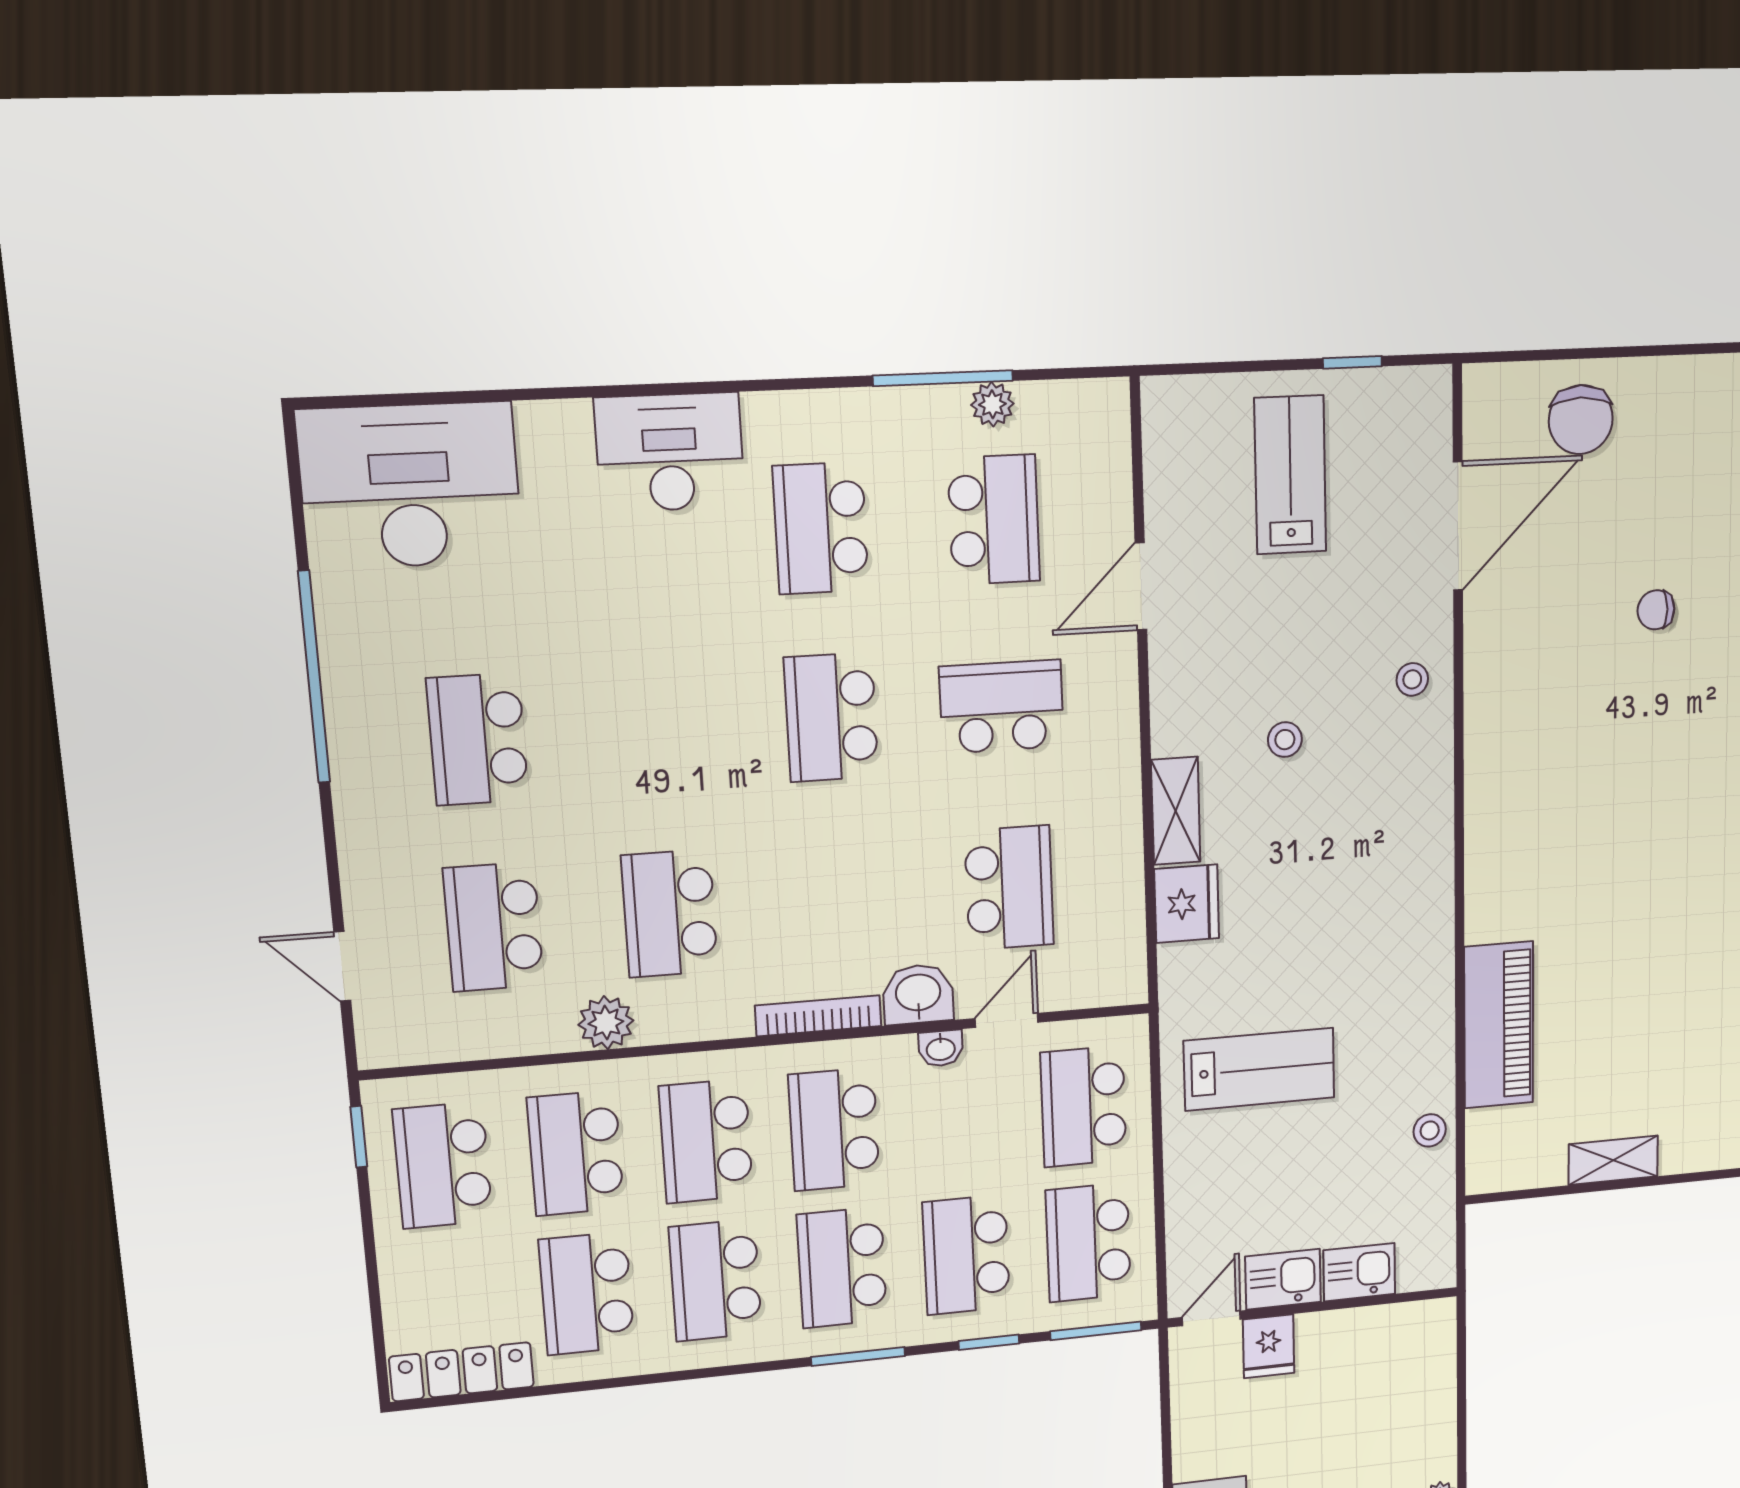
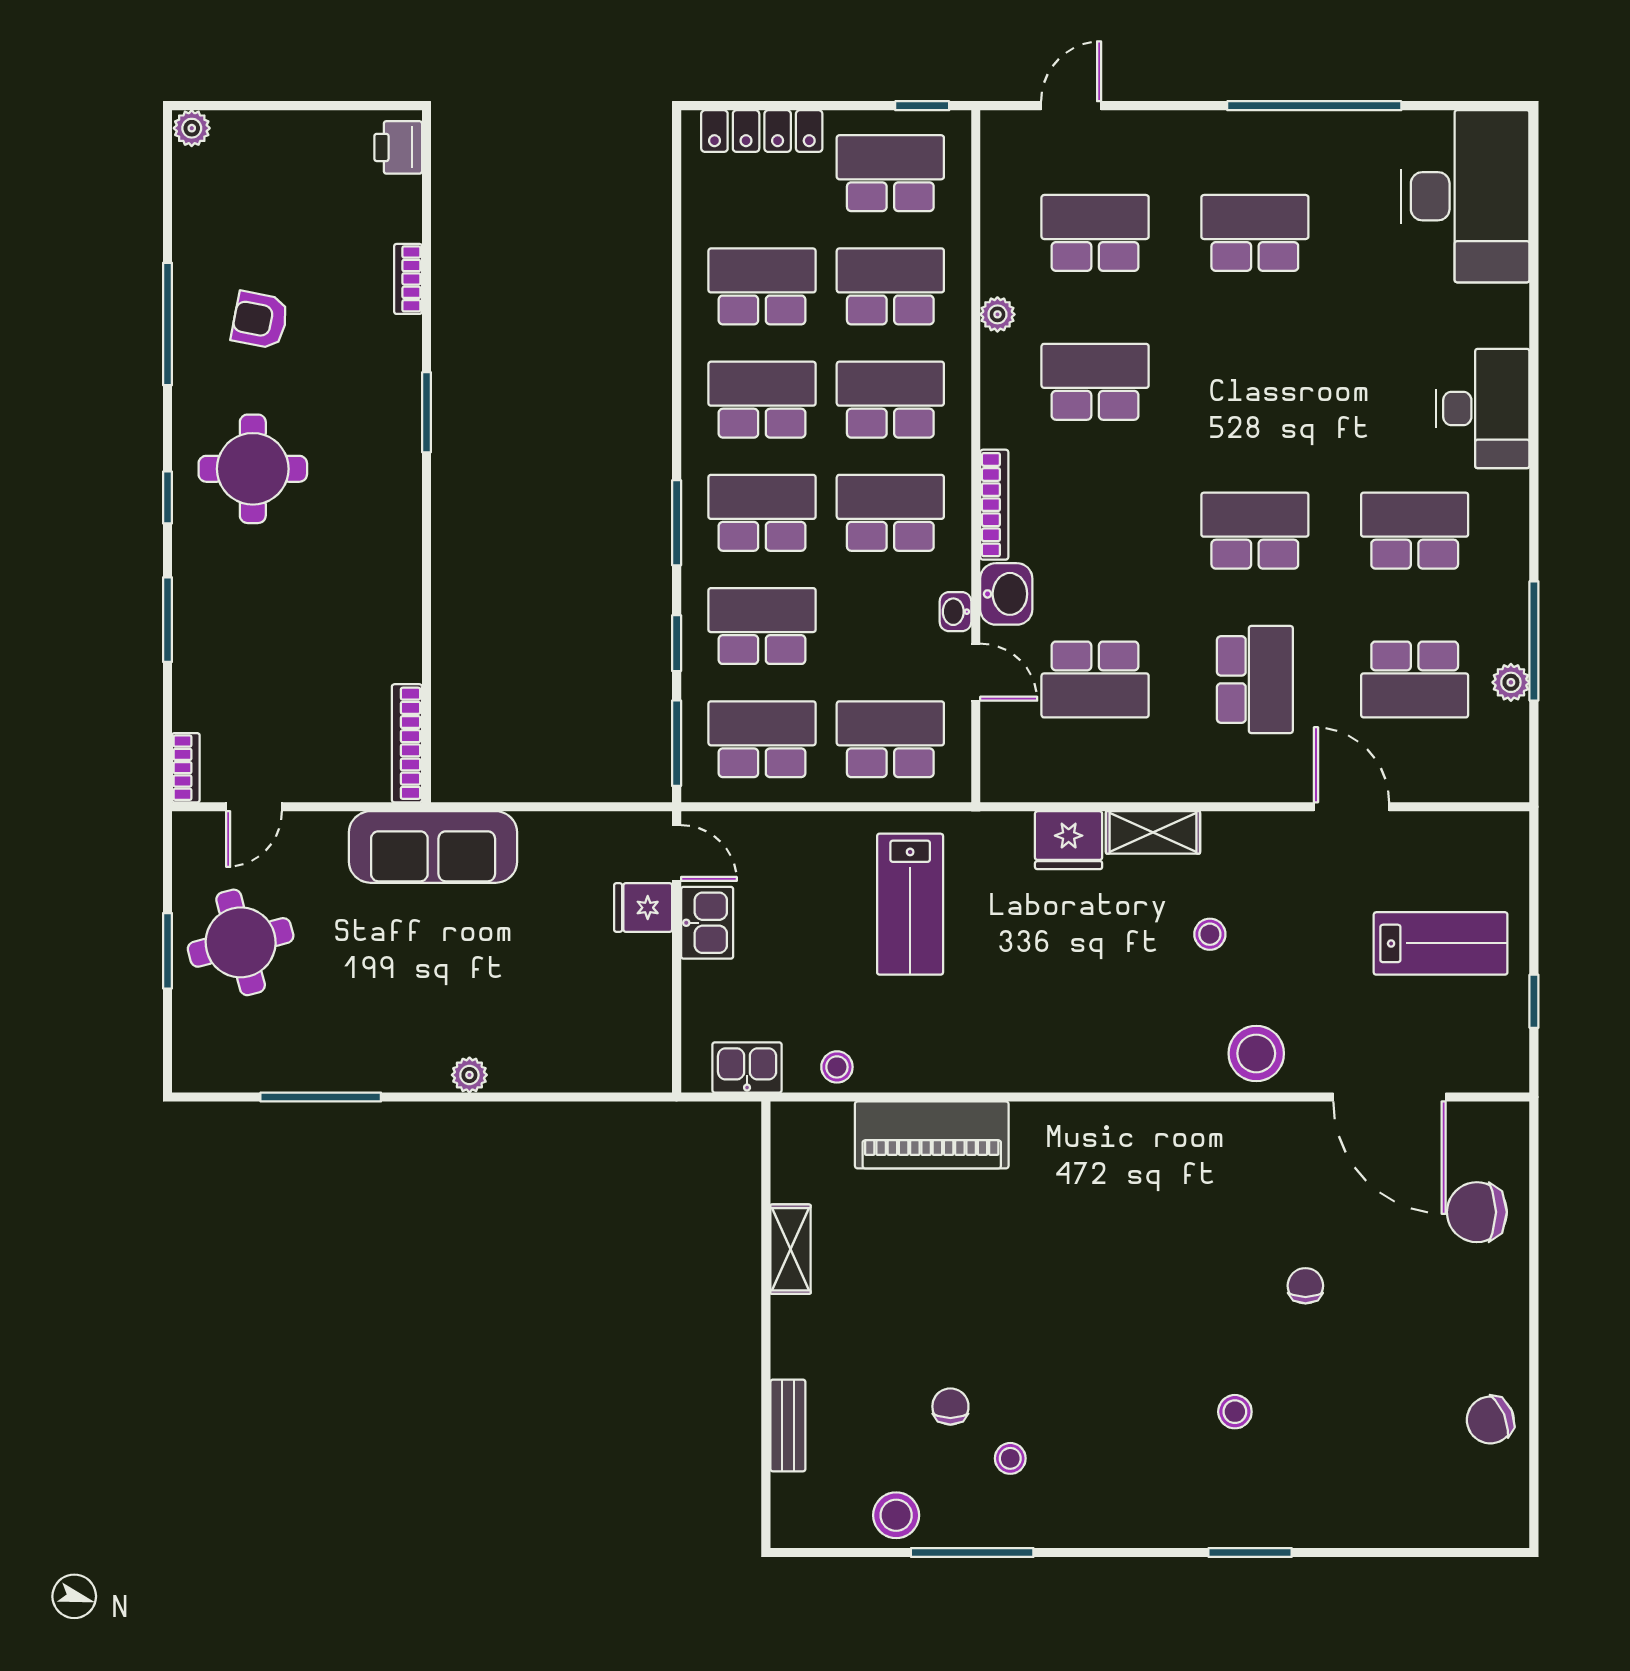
stool: (1412, 679) -> (1256, 1053), width x1.89, depth x1.89
plant: (606, 1023) -> (997, 314), width x0.73, depth x0.73
kitchen sink: (1359, 1272) -> (747, 1067), moved, turned -90
locker: (462, 1372) -> (762, 131), moved, turned 90

